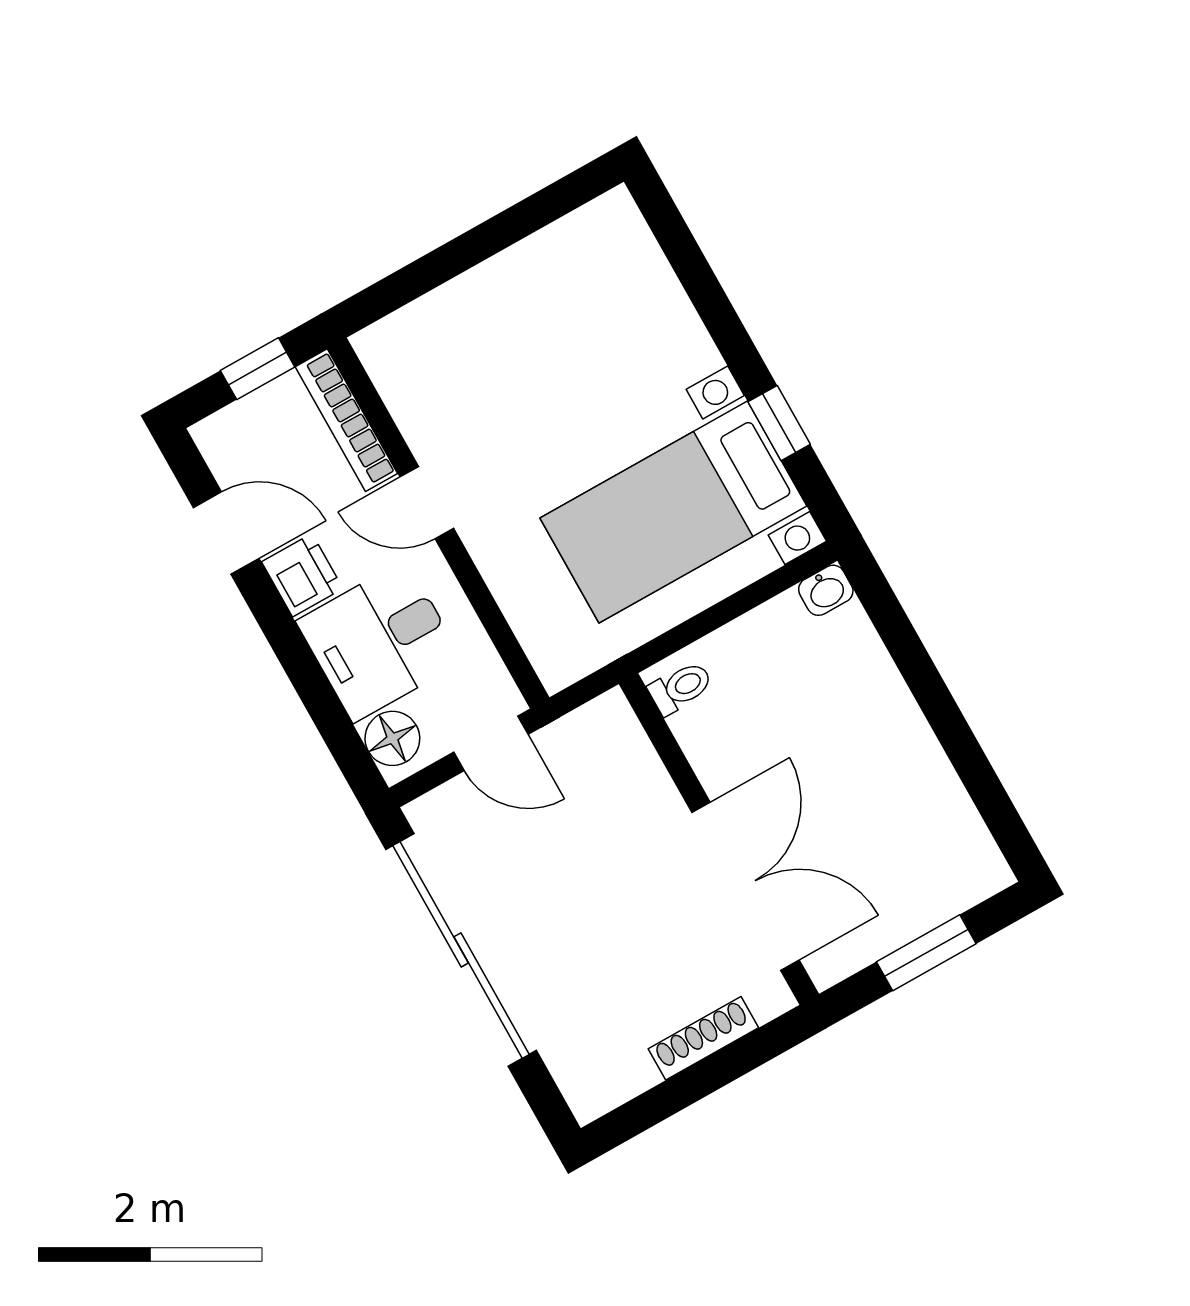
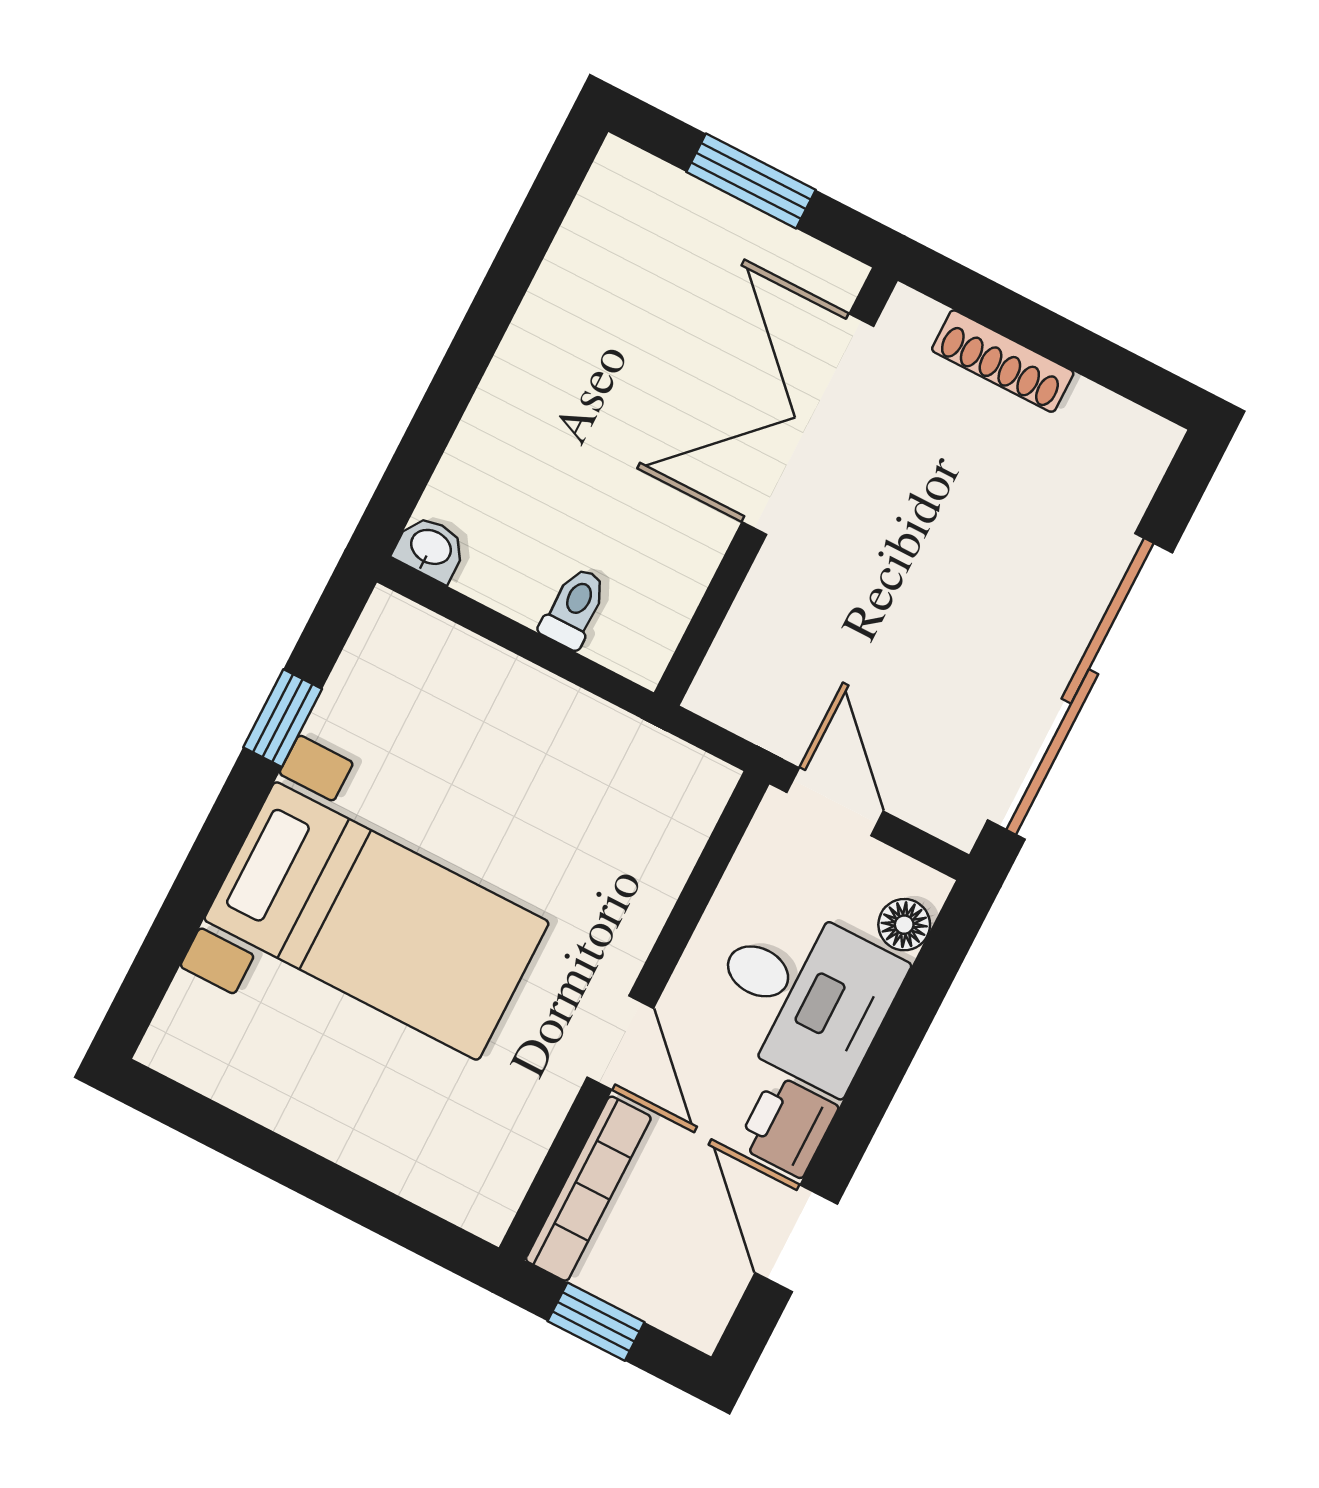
bed with nightstands: (673, 512) -> (377, 921), moved
toilet: (681, 688) -> (574, 608), moved, turned 90
floor lamp: (392, 738) -> (904, 925), width x0.73, depth x0.73

